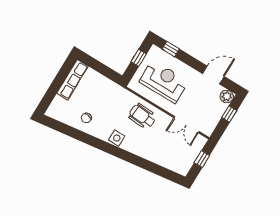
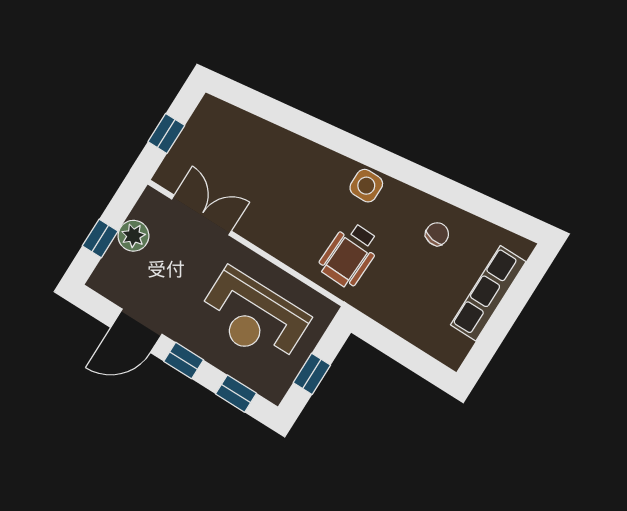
window: (193, 63) -> (184, 361), added
row of seats: (72, 80) -> (488, 293), moved
plant: (227, 96) -> (133, 236), moved
wheelchair: (142, 116) -> (349, 255), moved, turned 88

